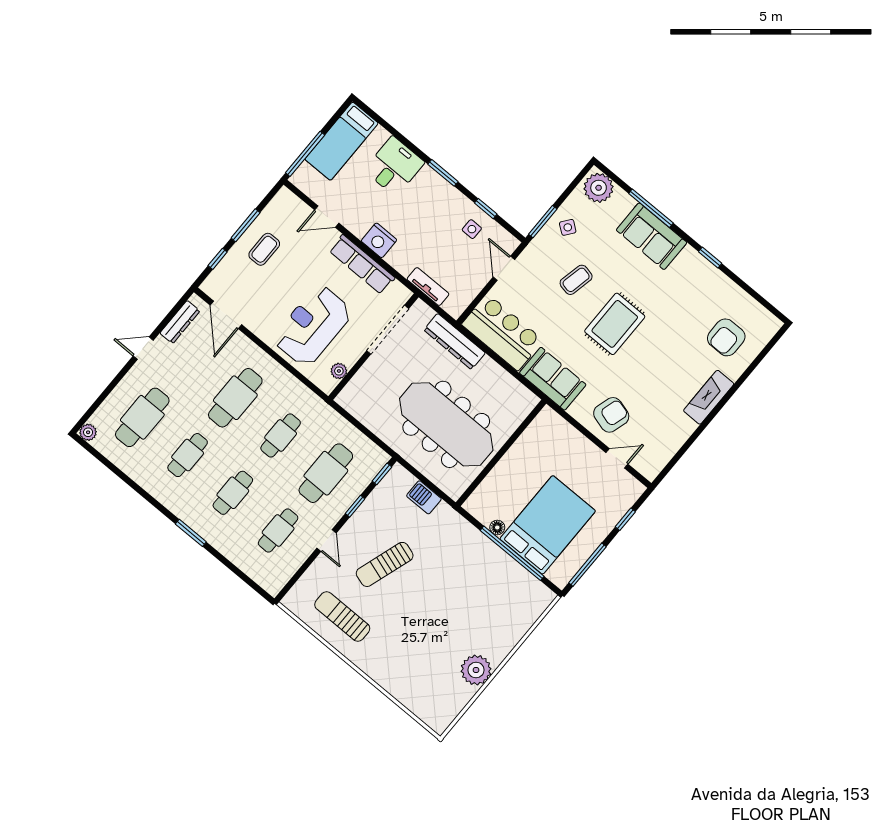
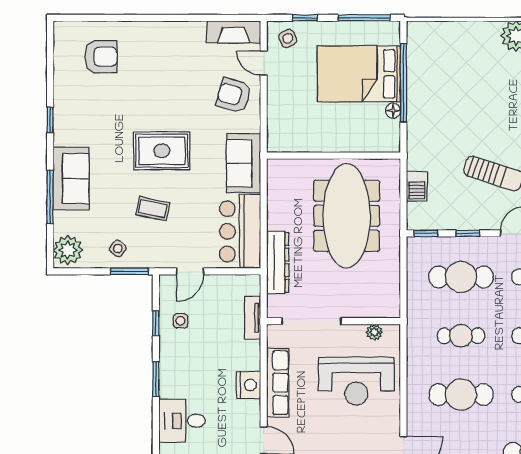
fireplace: (709, 397) -> (234, 32), moved
side table: (620, 493) -> (288, 38), added

